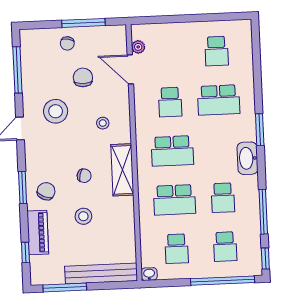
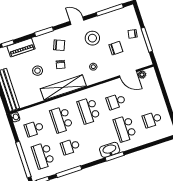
door: (130, 69) -> (128, 74), swing flipped
washbasin: (248, 158) -> (110, 150), moved
shelving: (122, 170) -> (63, 87), width x1.47
chair: (46, 191) -> (59, 45), moved
school desk: (225, 247) -> (43, 156), width x1.85

